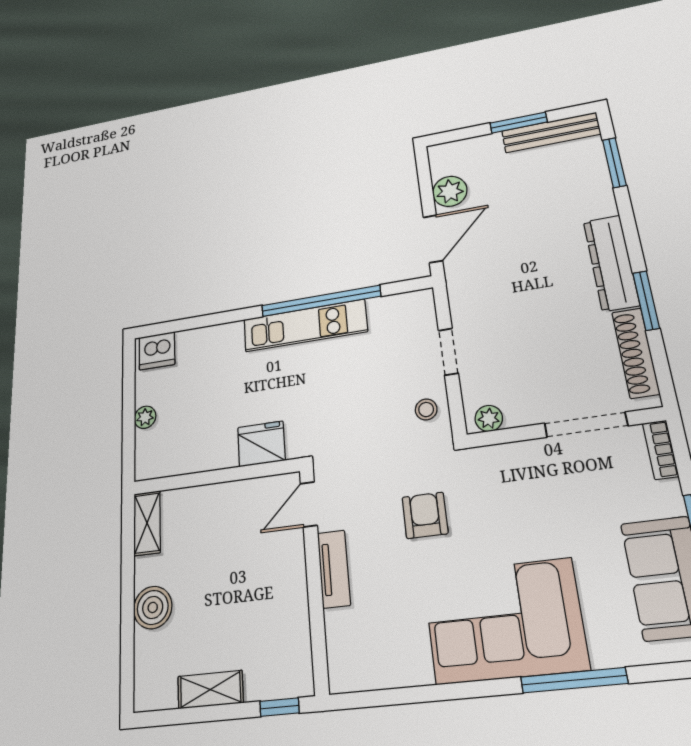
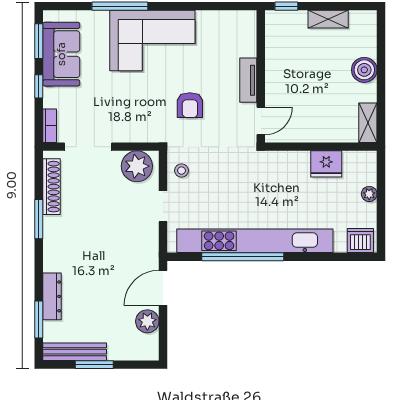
dresser: (611, 263) -> (52, 296), moved, width x0.73, depth x0.80
kitchen unit: (305, 326) -> (255, 241), width x1.86
plant: (489, 418) -> (137, 166), width x1.87, depth x1.87
fridge: (261, 444) -> (326, 164), moved

